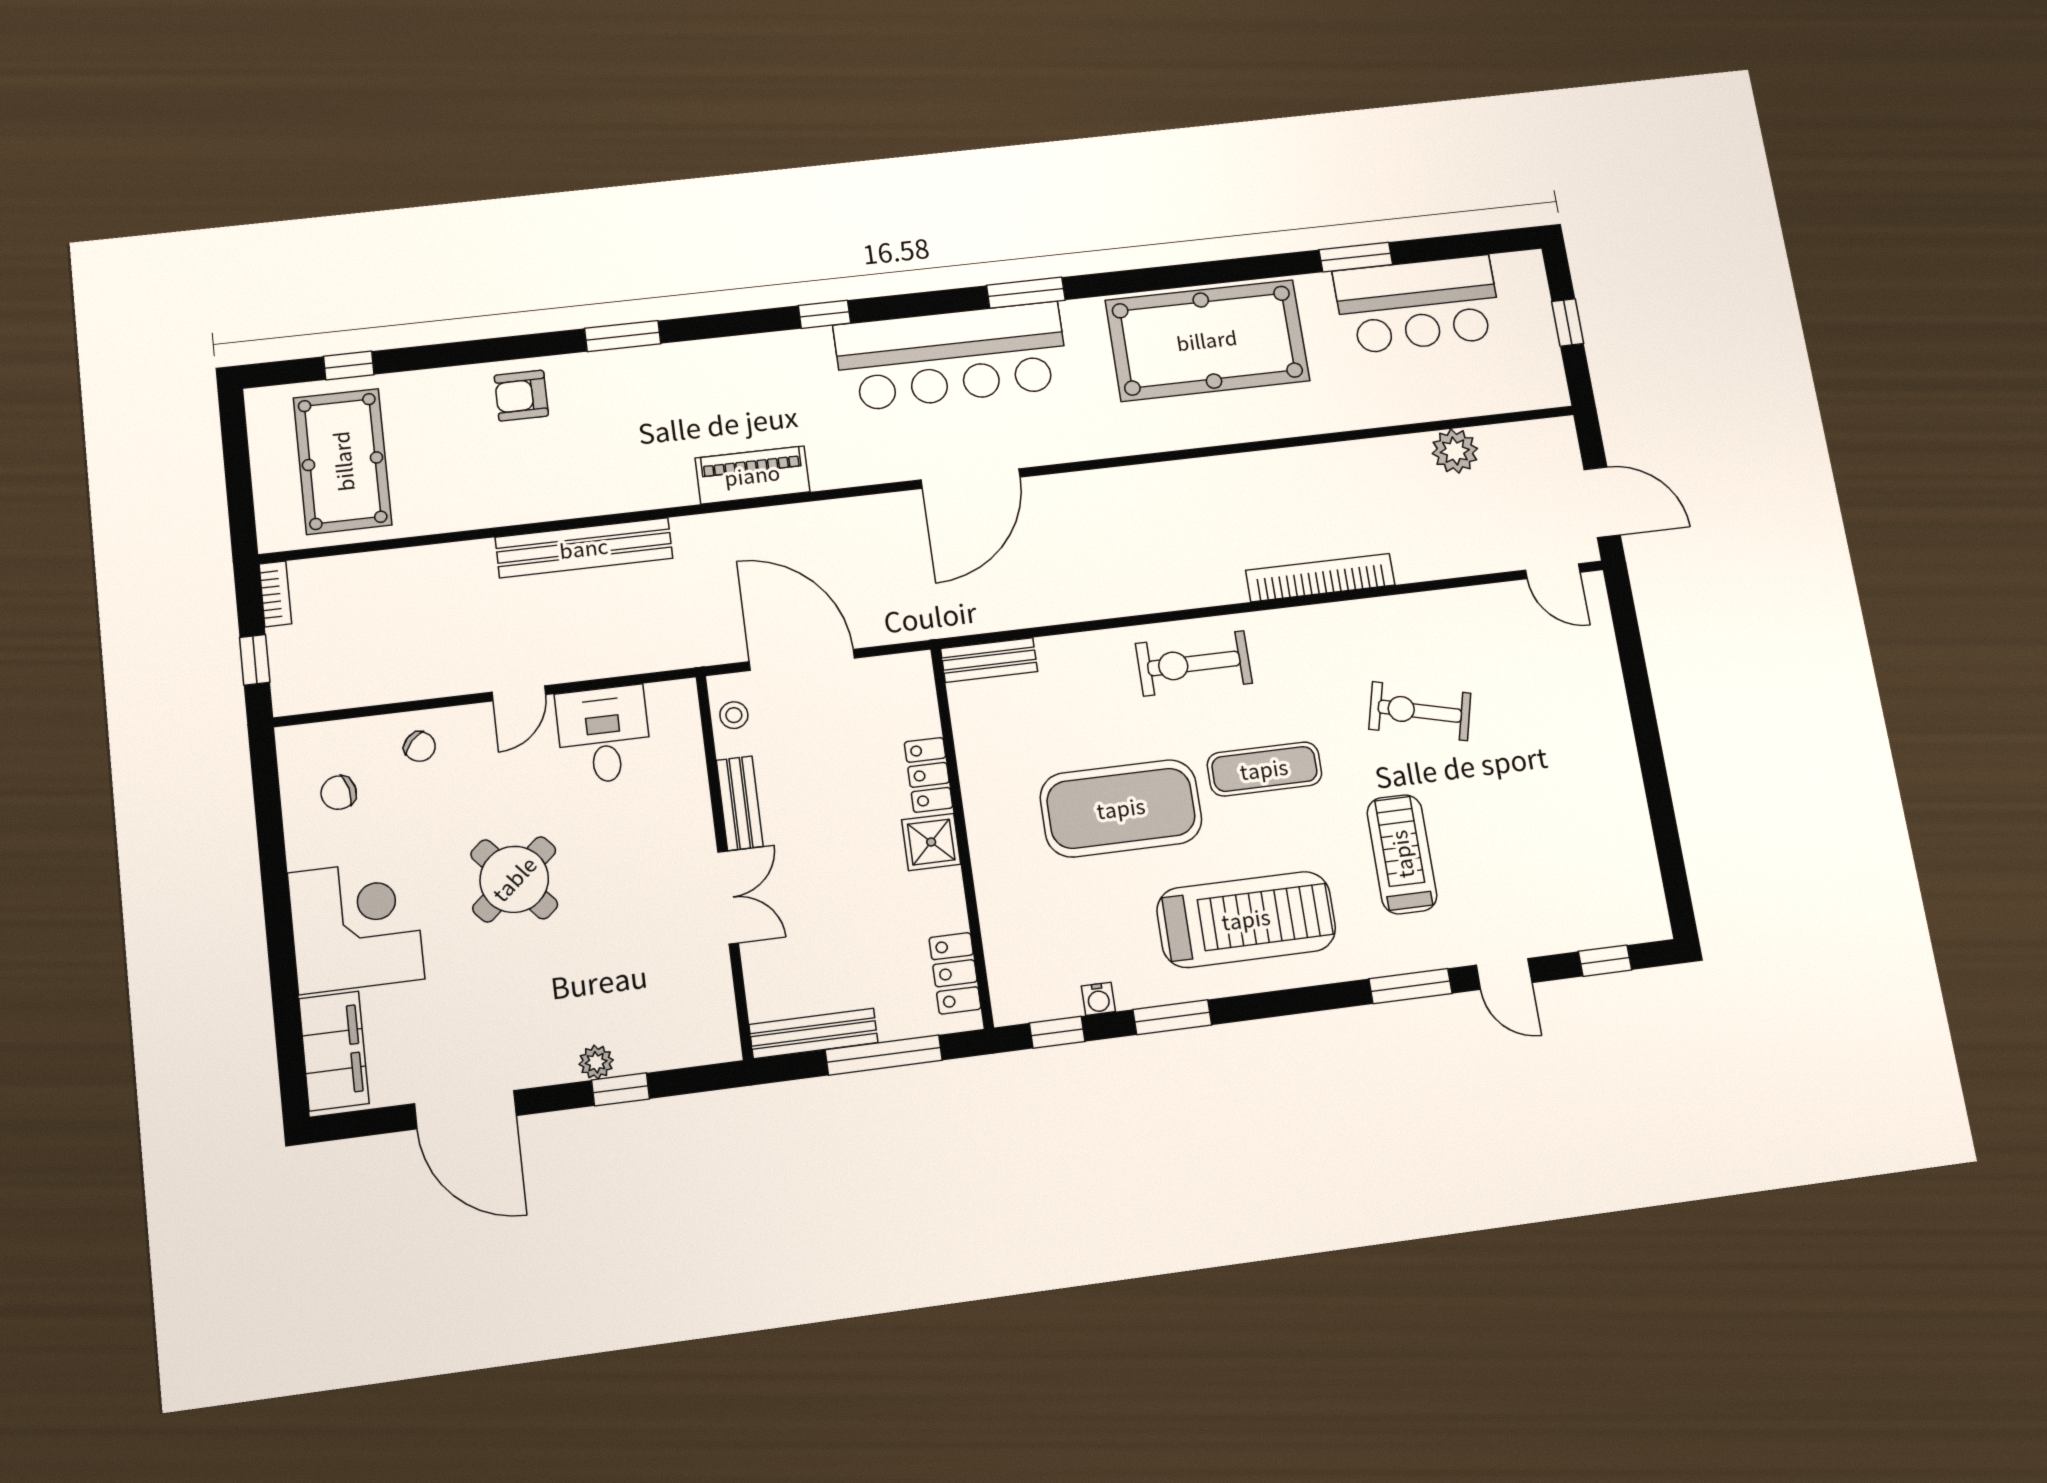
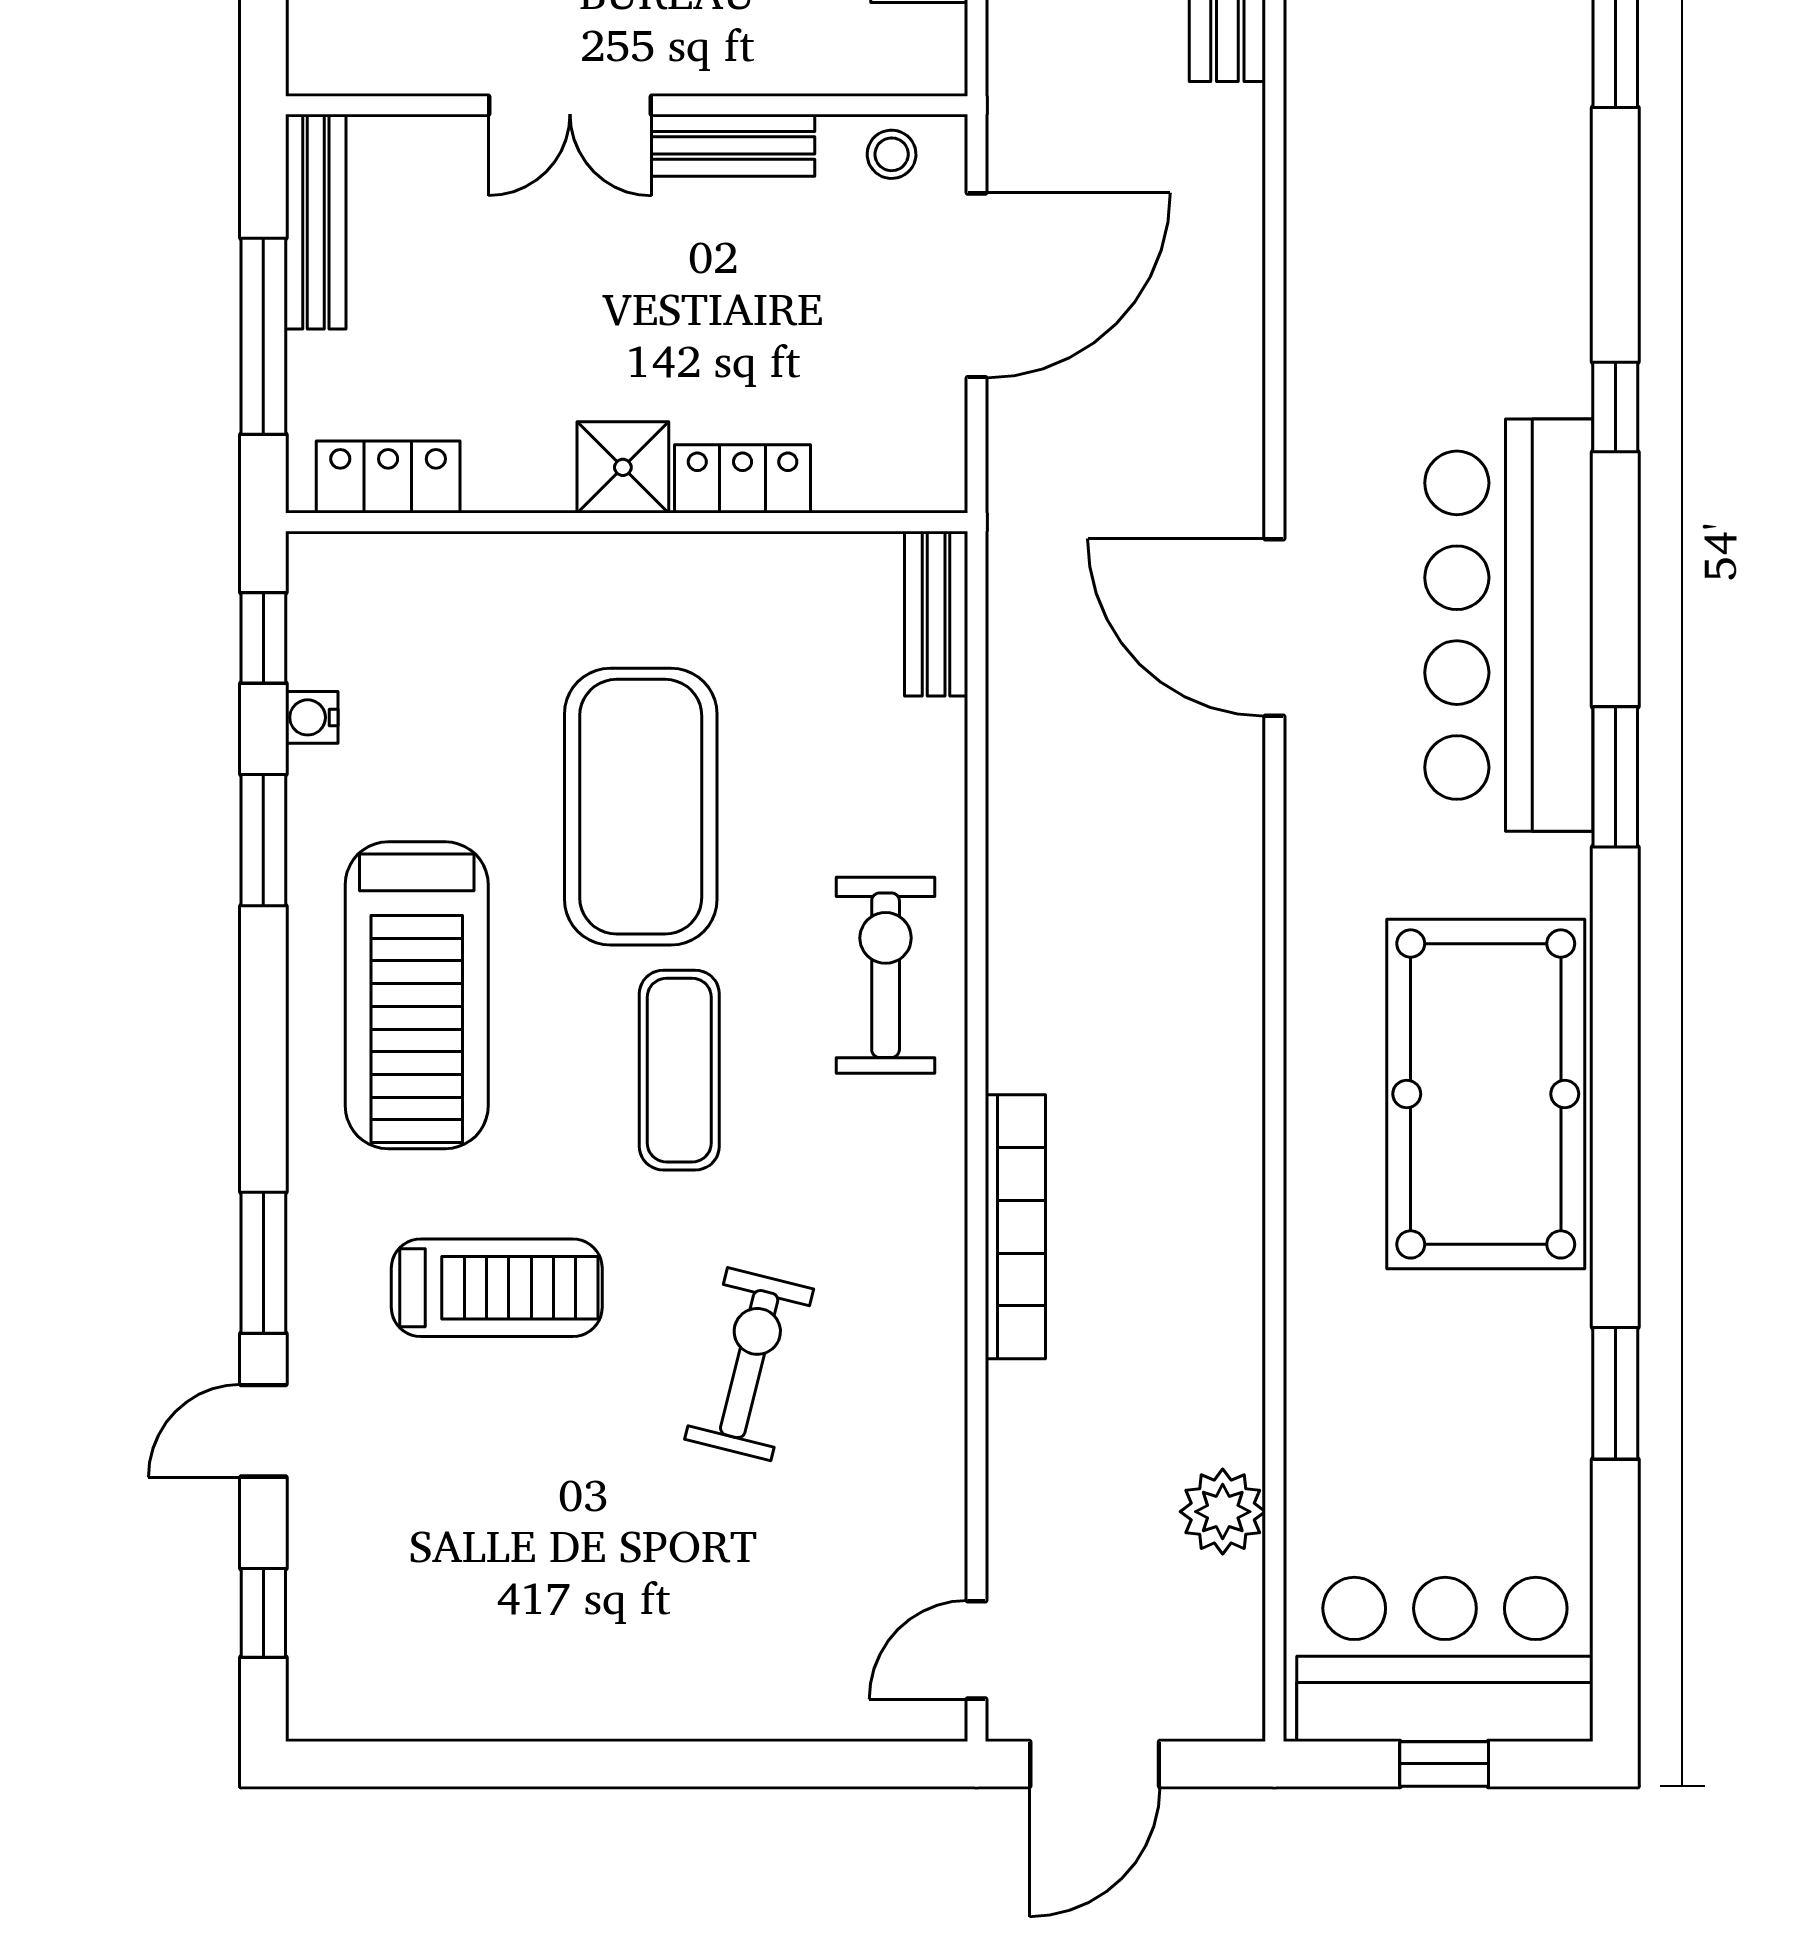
bar counter: (1418, 304) -> (1445, 1659), moved, turned 90
piano: (752, 475) -> (1327, 241), removed

